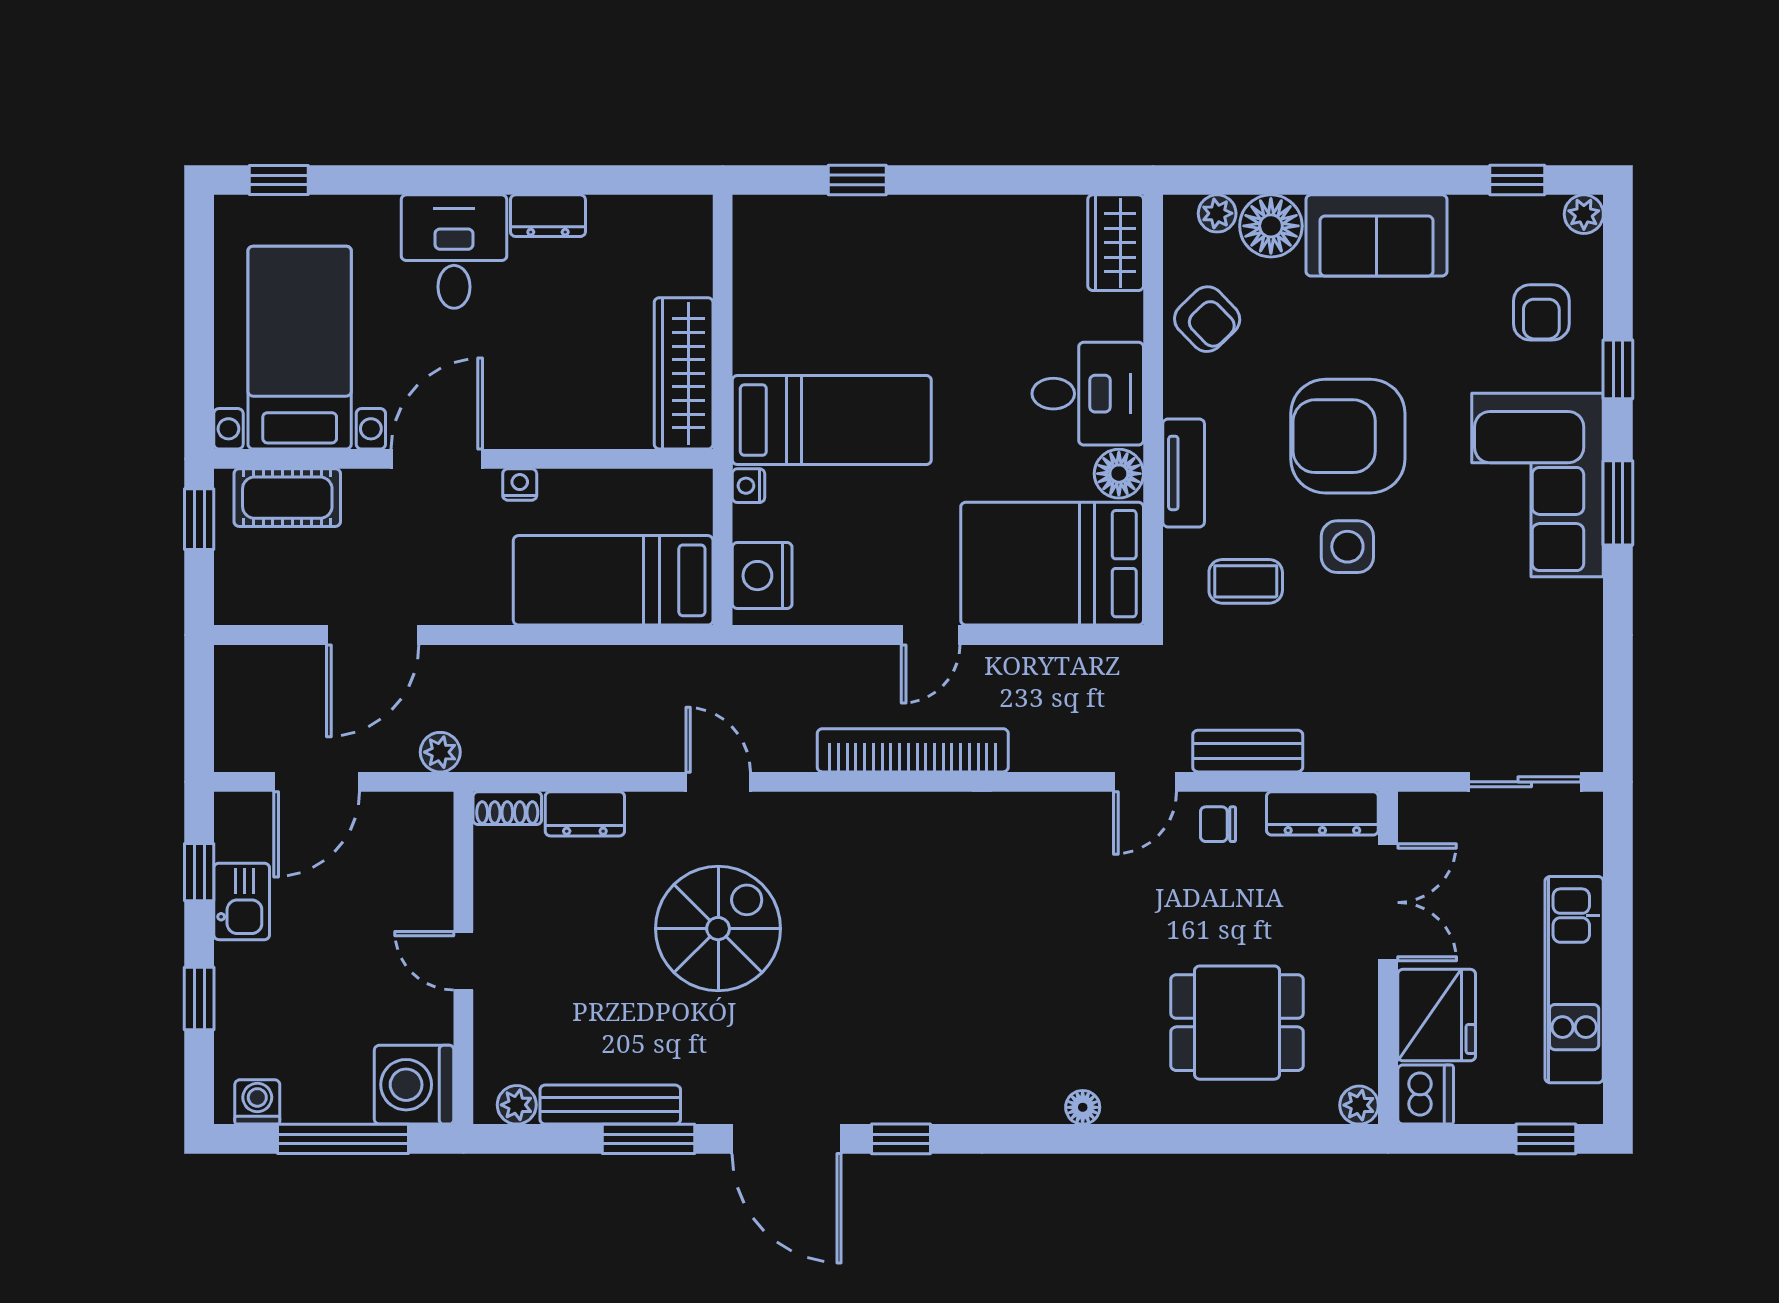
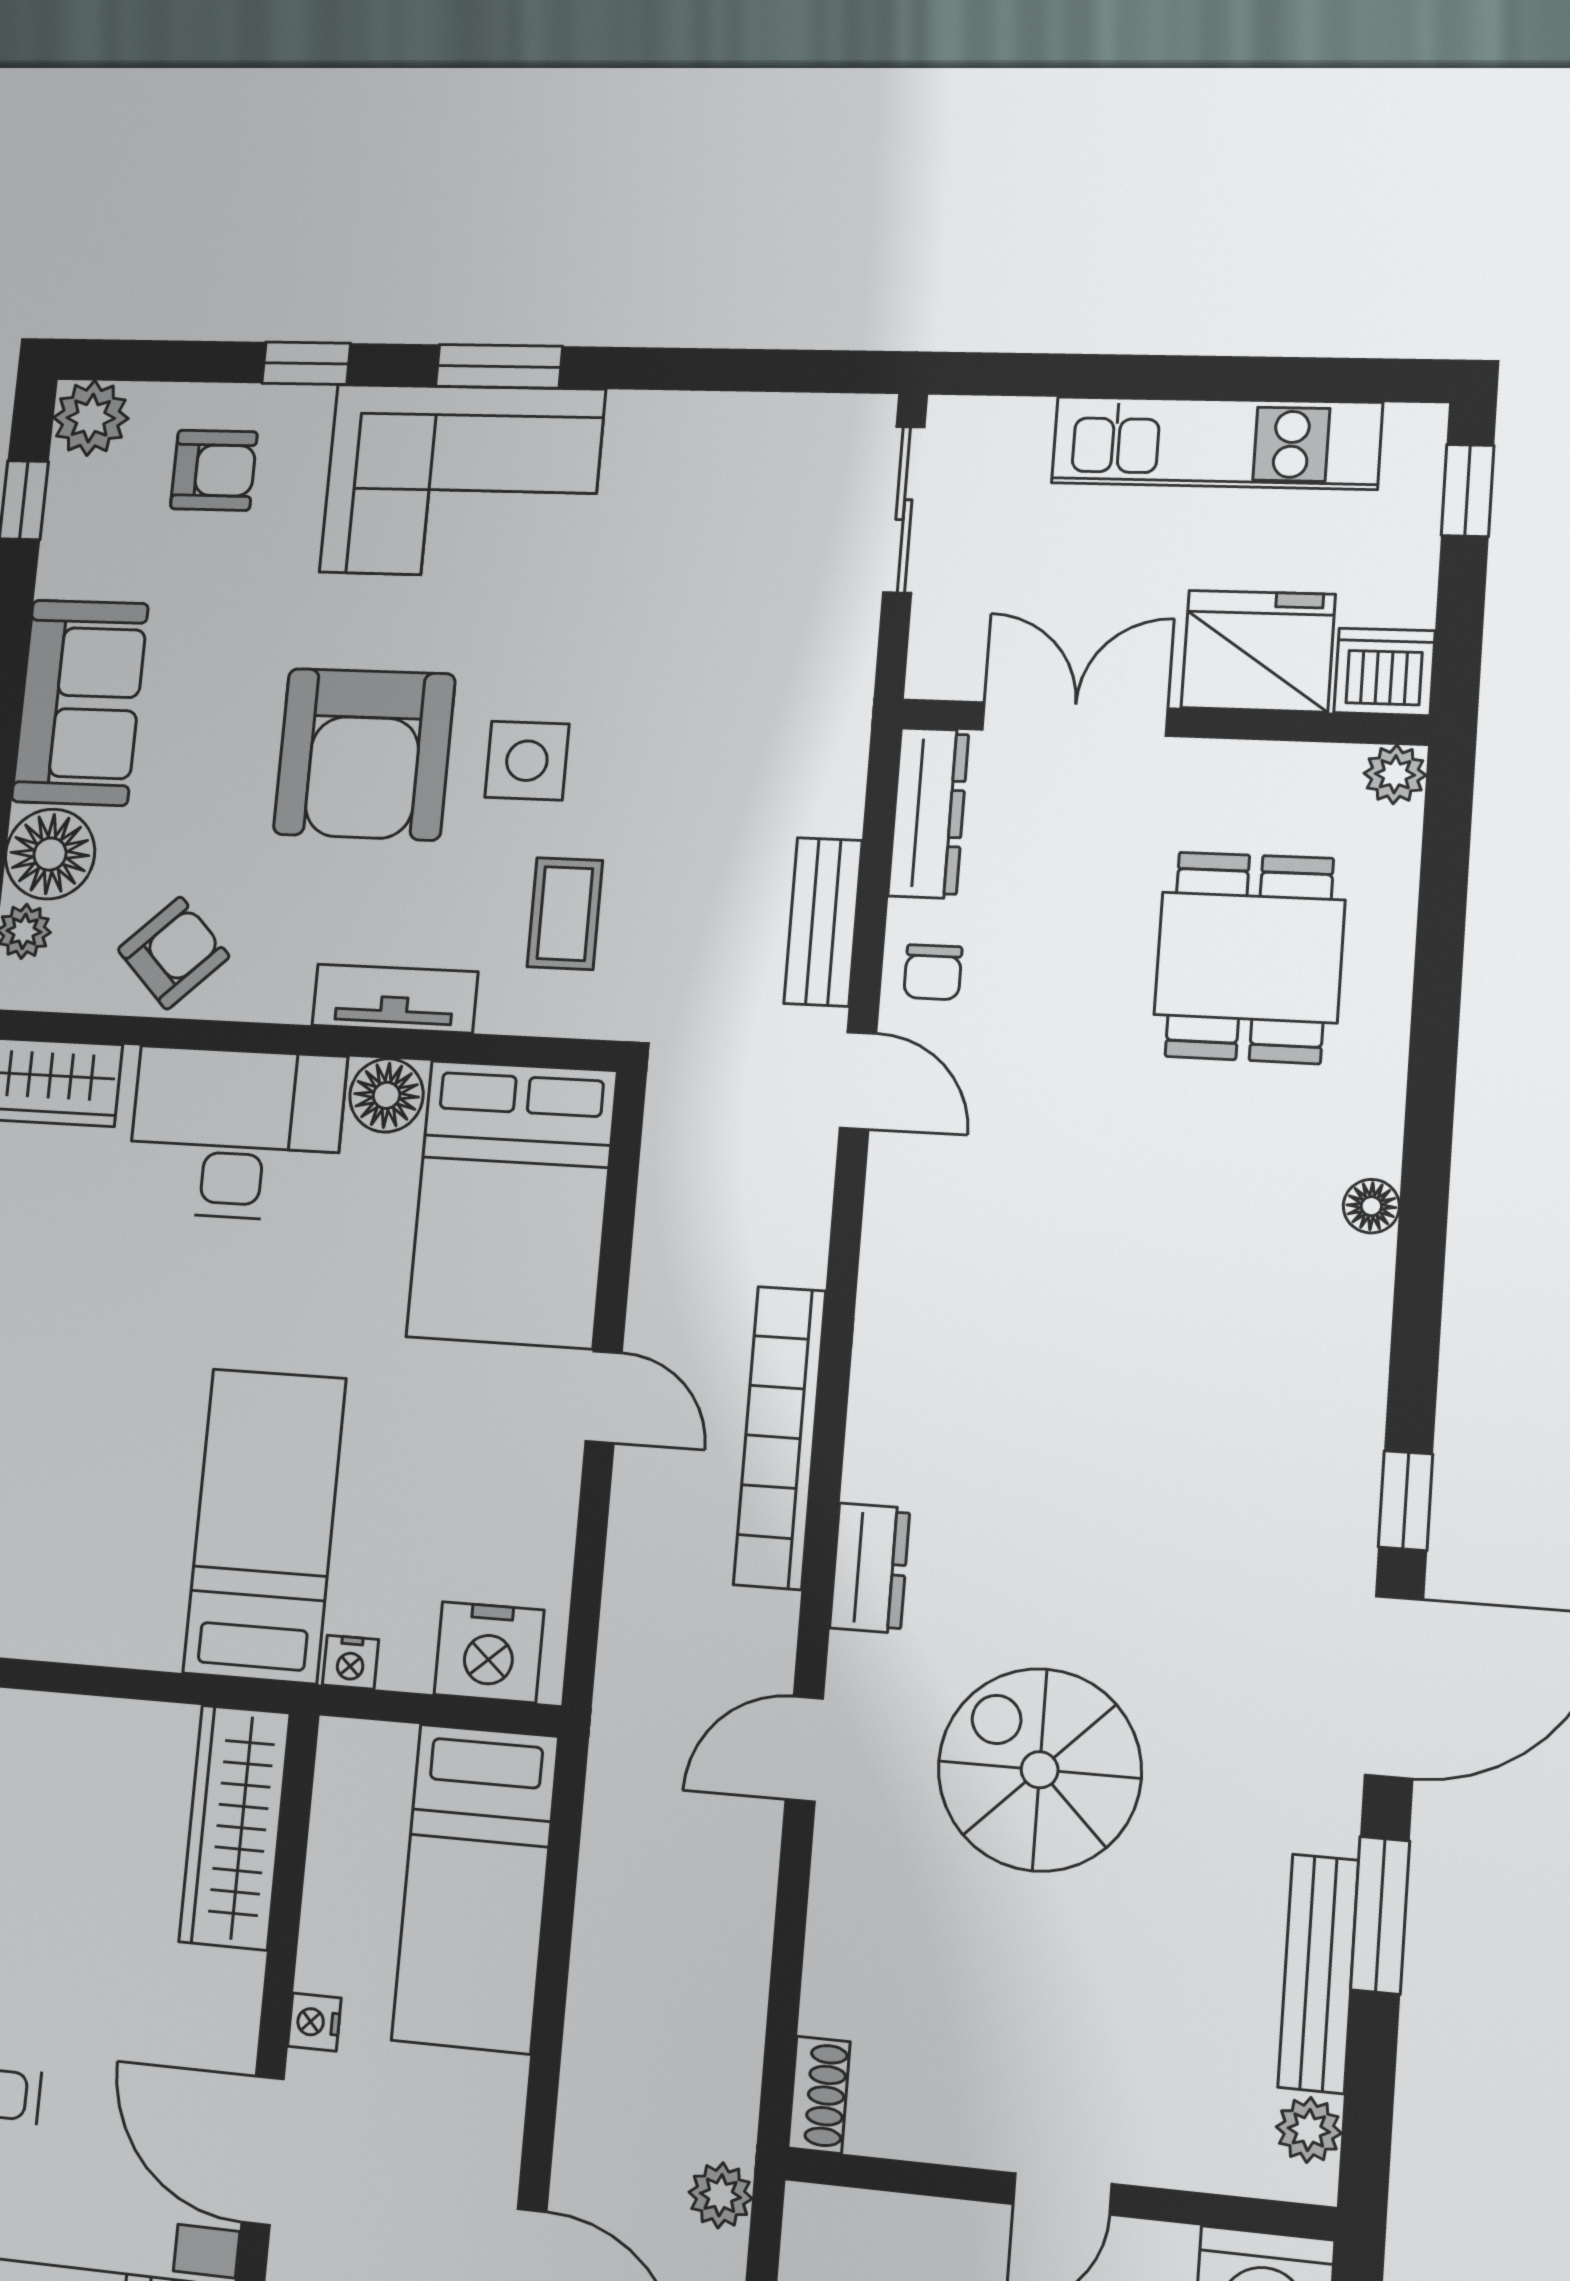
plant: (1584, 214) -> (91, 418), width x1.38, depth x1.38
wardrobe: (684, 373) -> (235, 1827), moved, turned 90
desk: (1088, 394) -> (236, 1134), width x1.37
dresser: (585, 814) -> (870, 1568), moved

